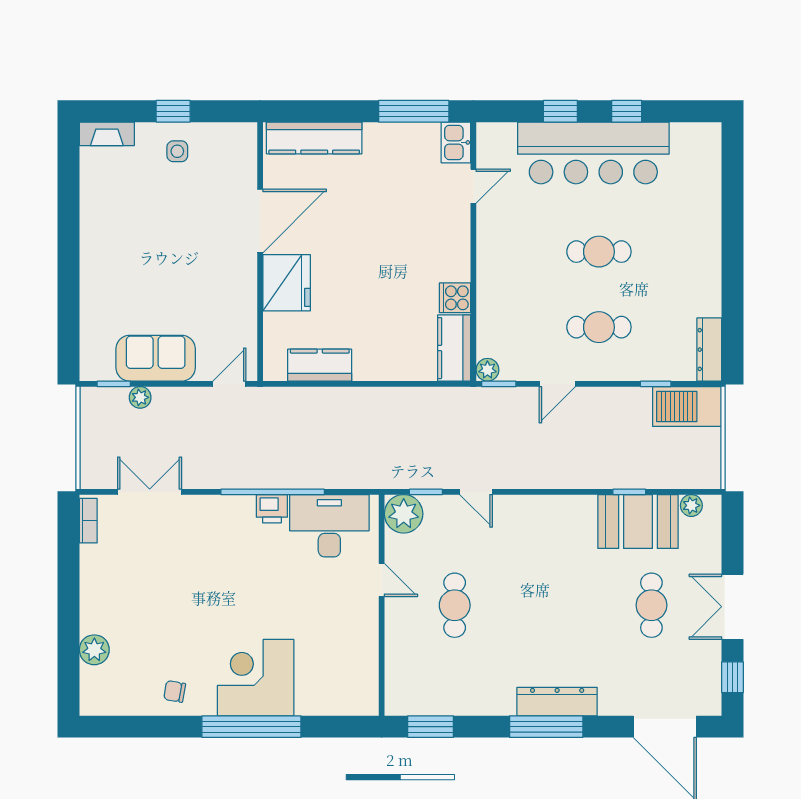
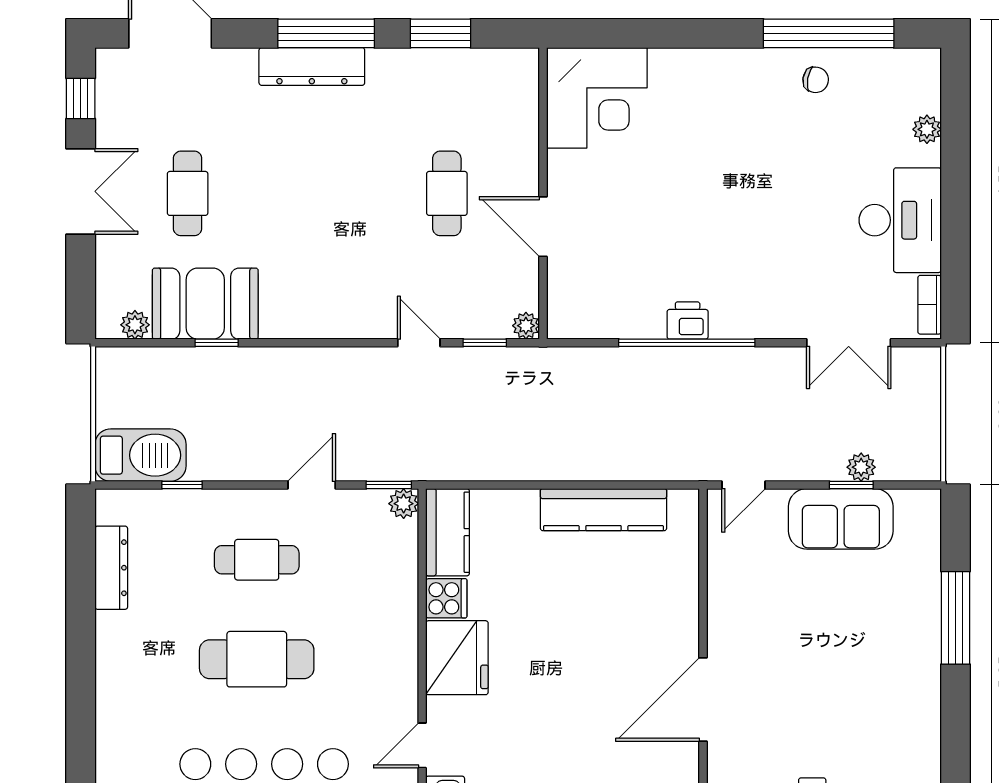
cafe table: (599, 252) -> (257, 659), width x1.37, depth x1.35
window: (69, 283) -> (955, 618), added
fridge: (287, 283) -> (457, 658), moved, turned 180
dresser: (709, 350) -> (111, 568), moved
kitchen counter: (320, 365) -> (604, 510), width x1.50
window: (114, 384) -> (851, 485), moved
plant: (404, 514) -> (526, 326), width x0.53, depth x0.53
desk: (329, 526) -> (900, 220), moved, turned -90
door: (382, 580) -> (543, 227), width x1.38
plant: (94, 650) -> (927, 129), width x0.73, depth x0.73
corner desk: (256, 678) -> (597, 98), moved
window: (251, 727) -> (829, 33), moved
window: (431, 727) -> (441, 33), moved

